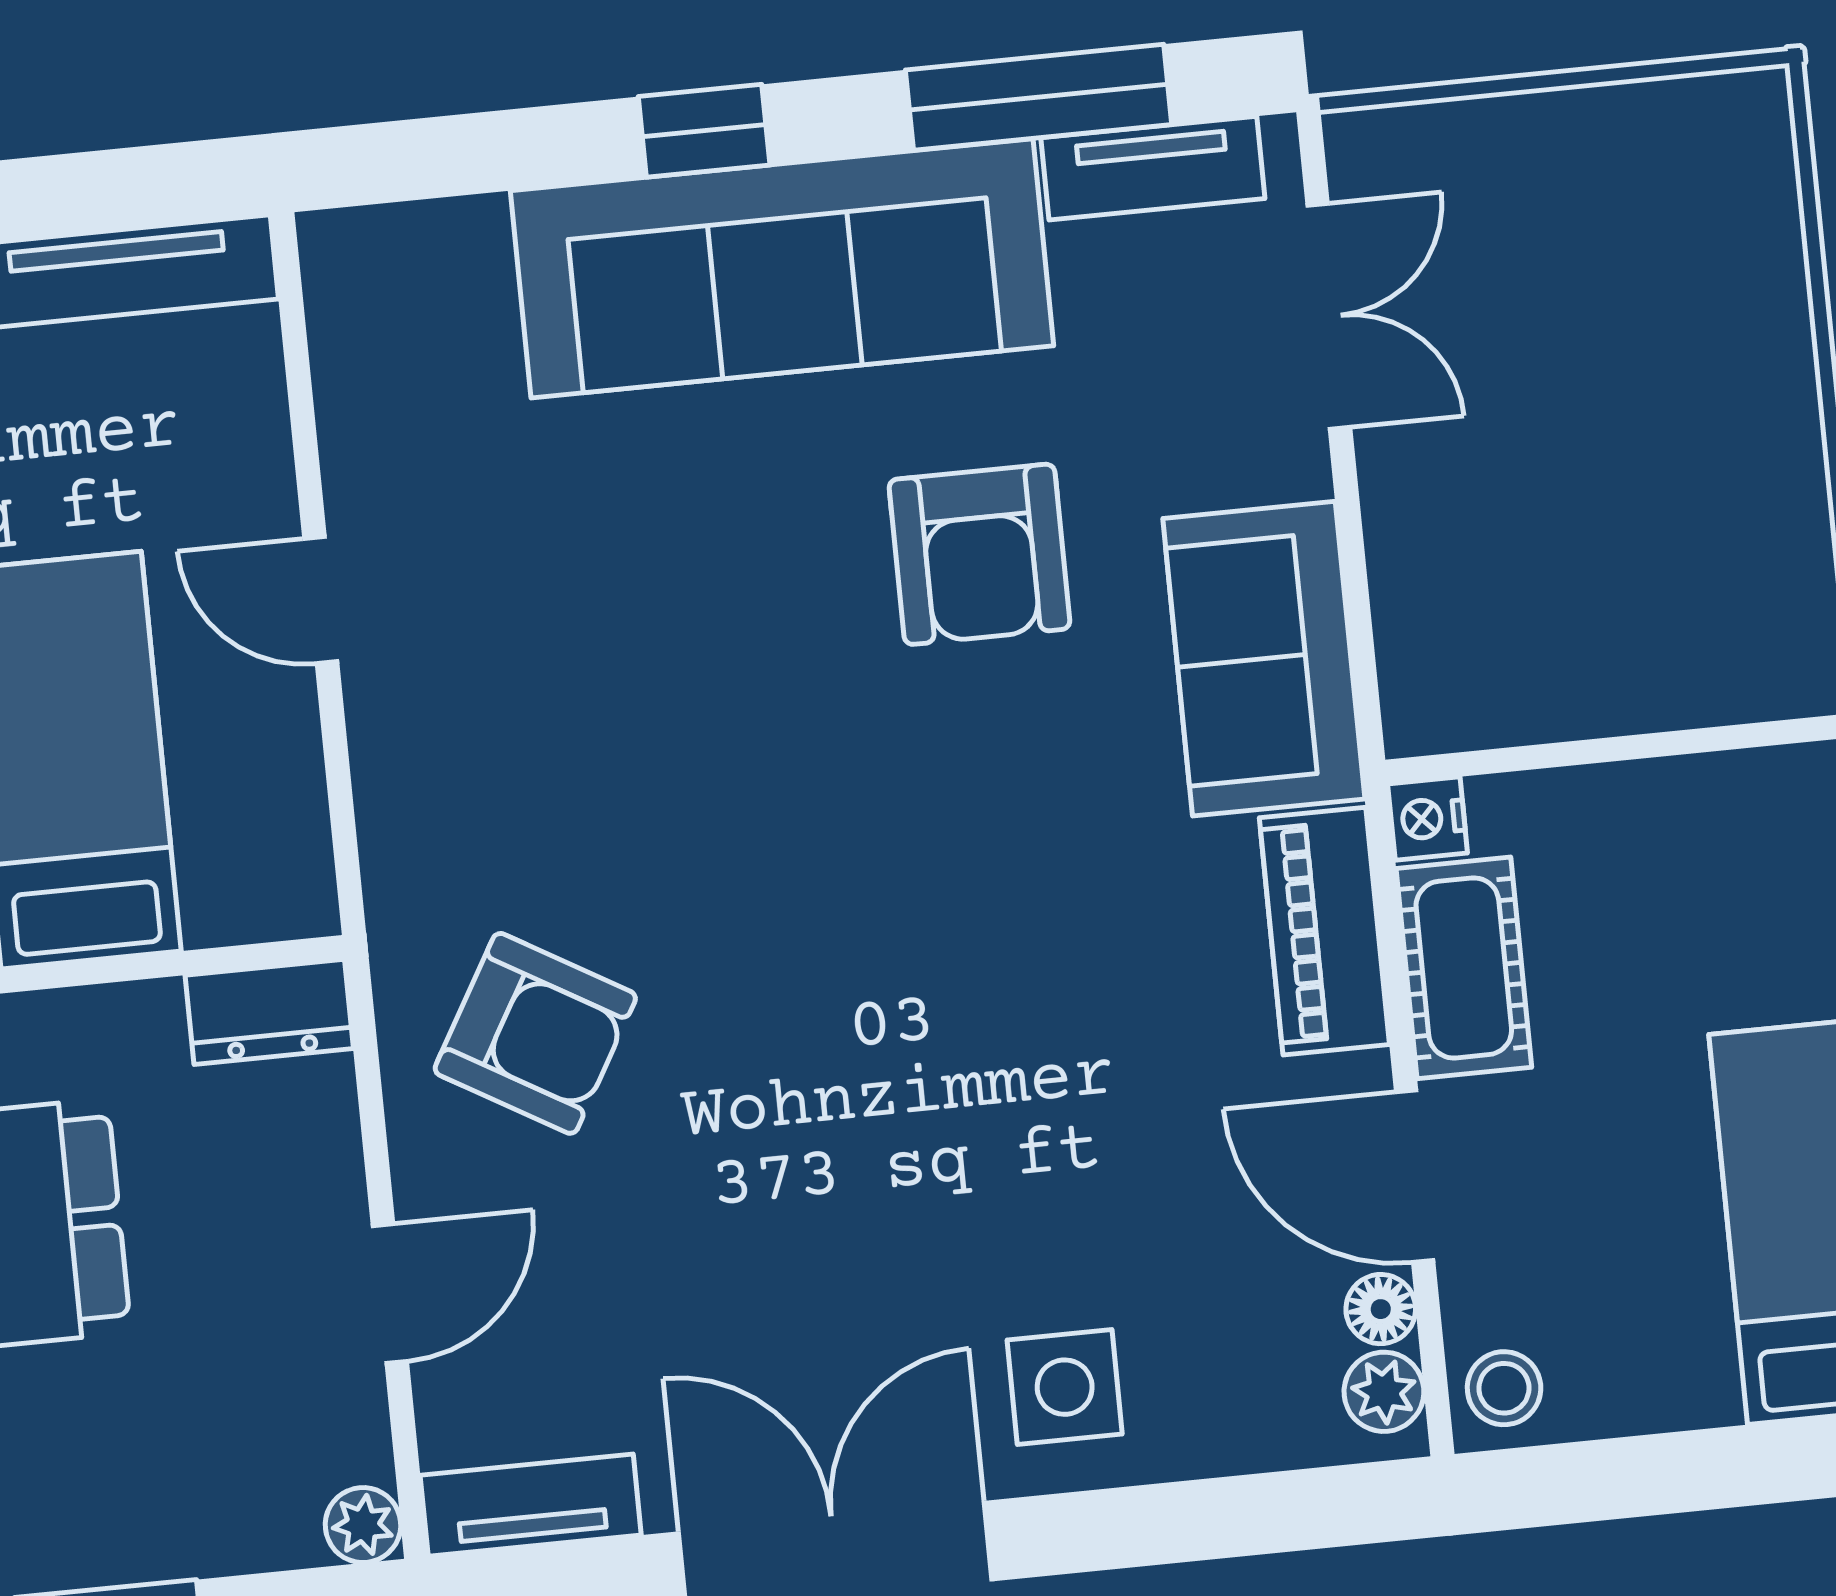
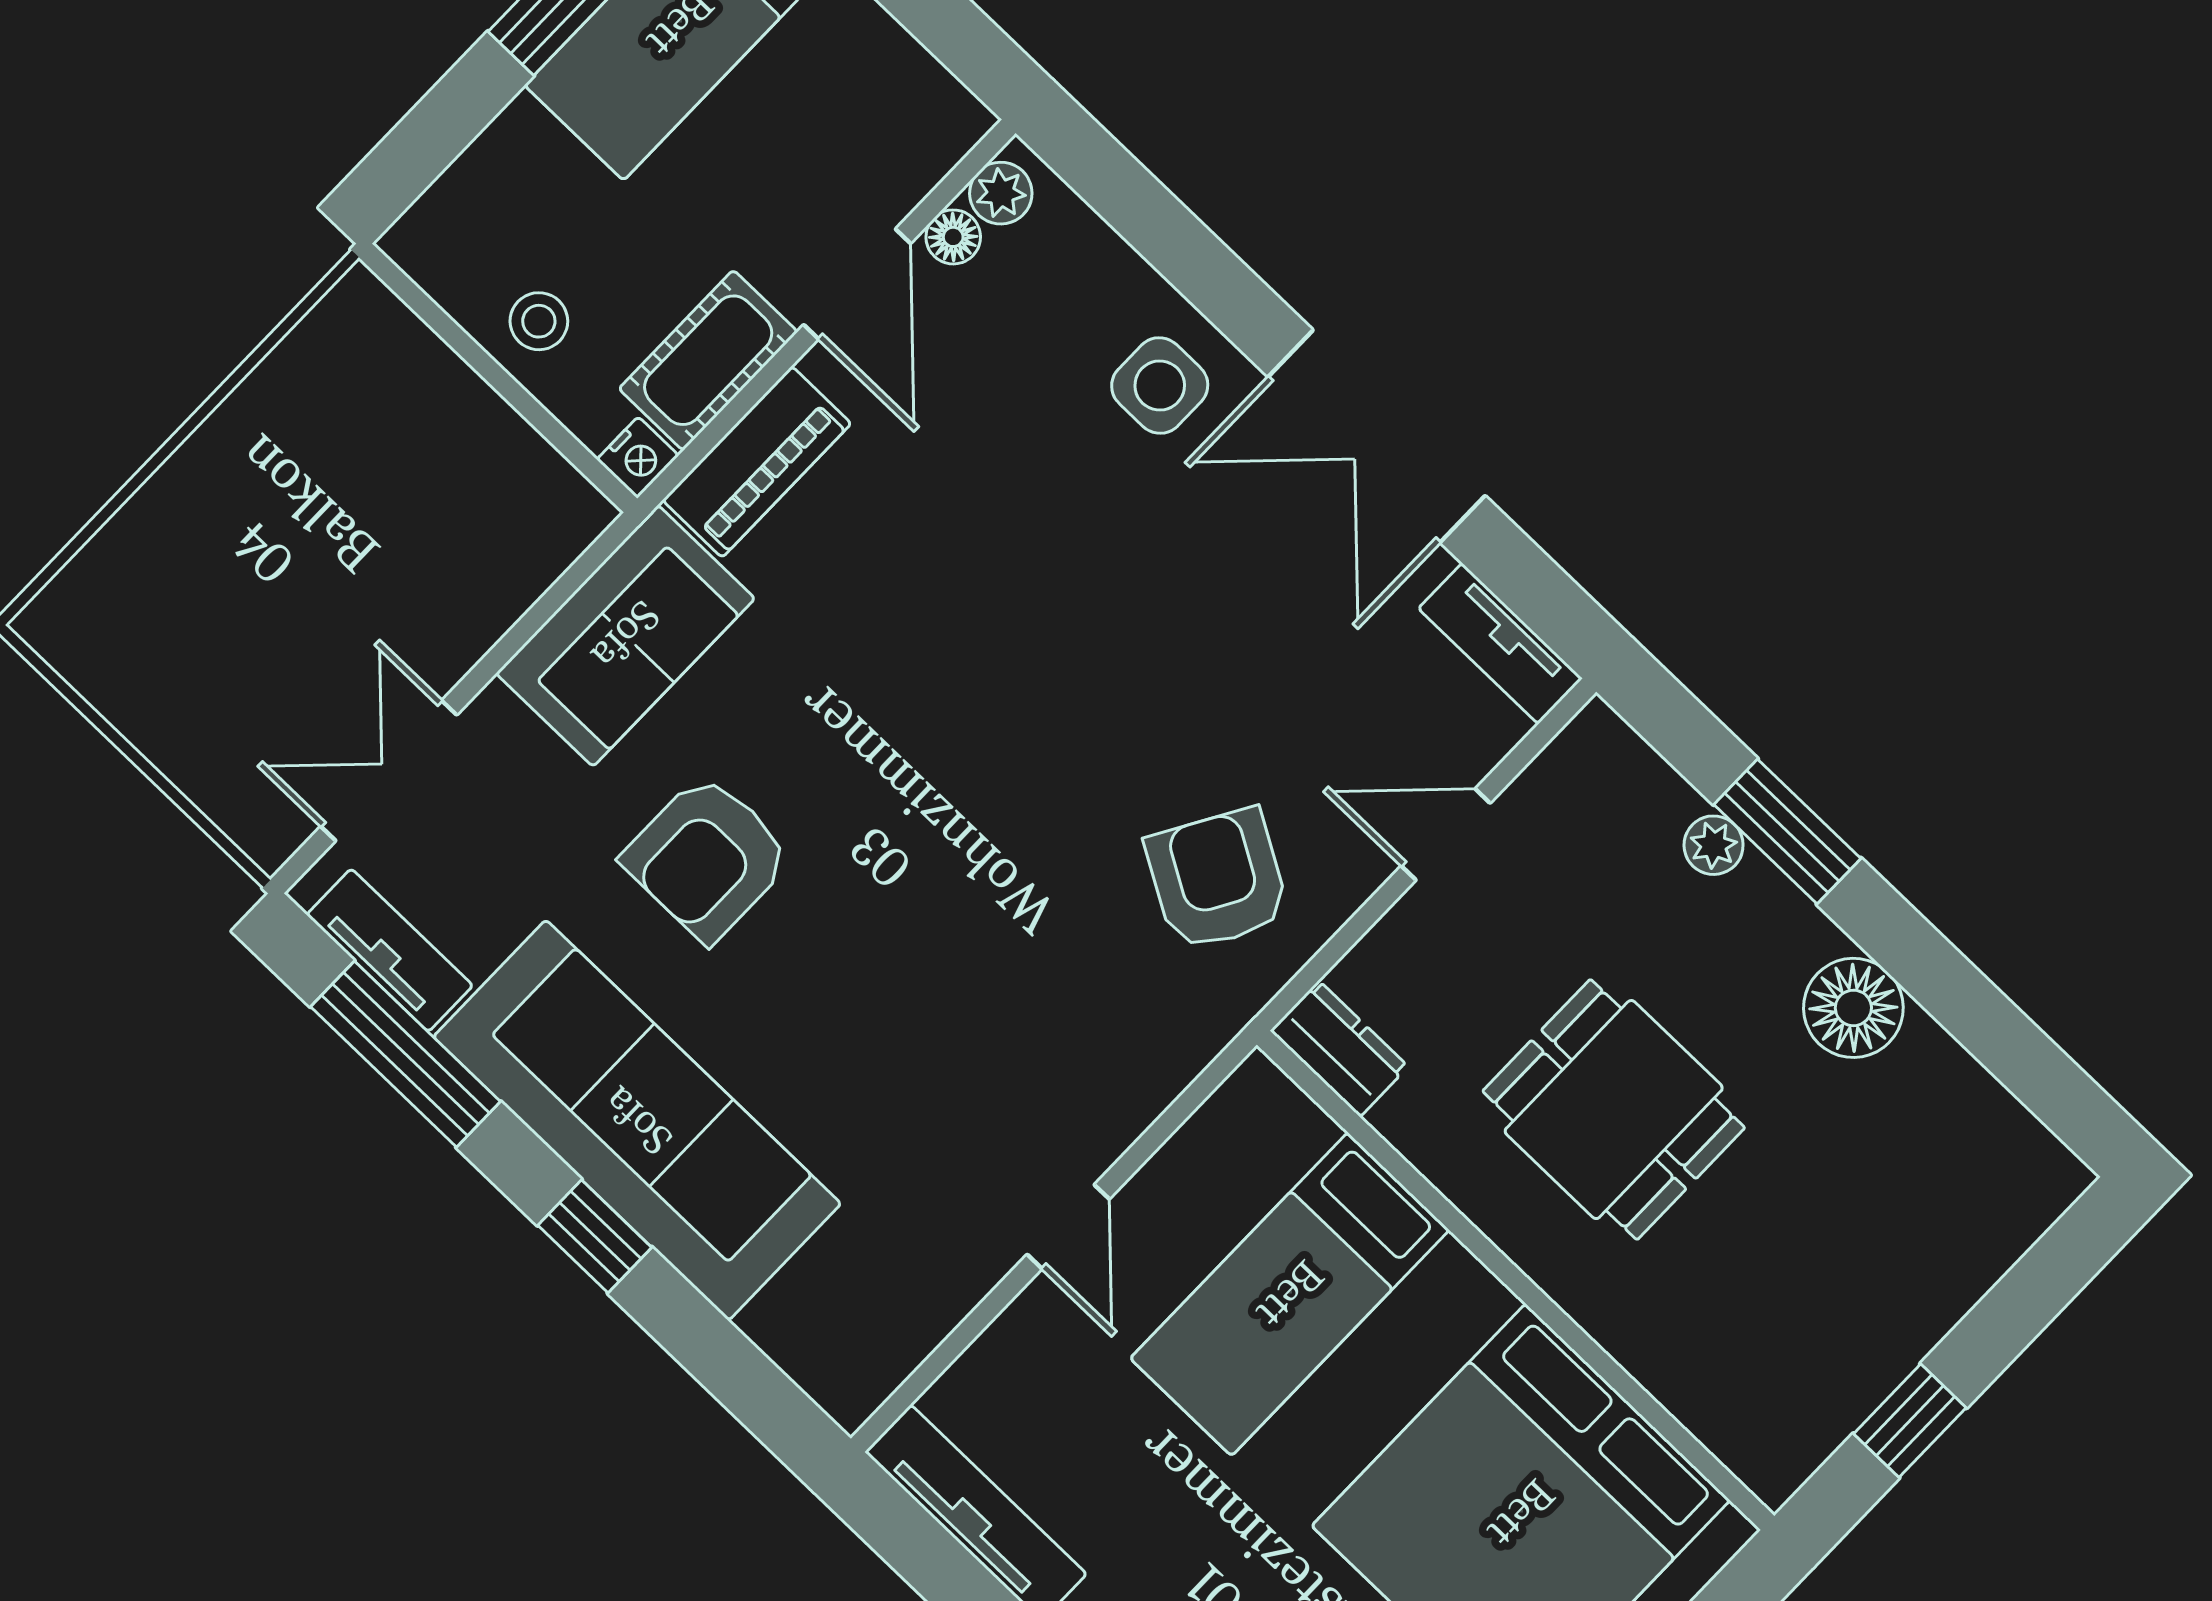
armchair: (980, 554) -> (707, 858), turned 180
stool: (1504, 1388) -> (539, 321), moved
plant: (363, 1525) -> (1714, 845), moved

